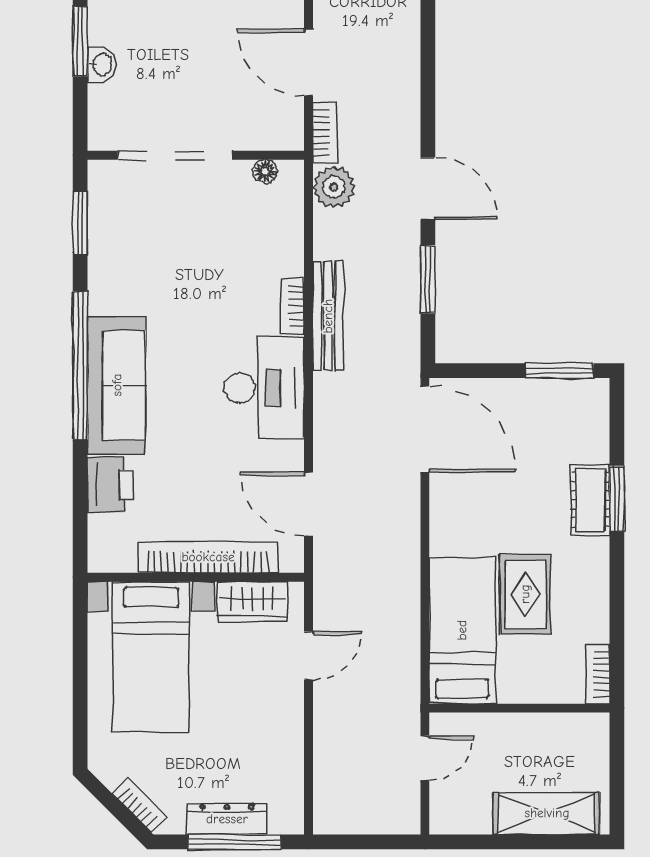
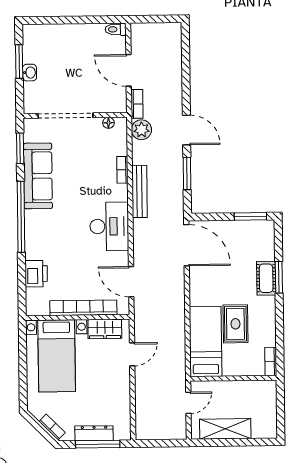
bookcase: (293, 306) -> (122, 170), moved
sofa: (117, 385) -> (38, 176), moved
shelving: (547, 813) -> (225, 429), moved

